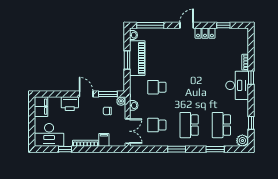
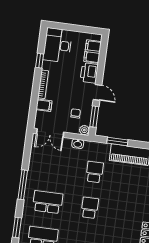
window: (127, 60) -> (117, 141), moved
door: (86, 94) -> (97, 92), hinge flipped
filing cabinet: (41, 107) -> (93, 52), moved, turned 90
school desk: (157, 125) -> (90, 208), moved
window: (177, 149) -> (23, 185), width x1.44

